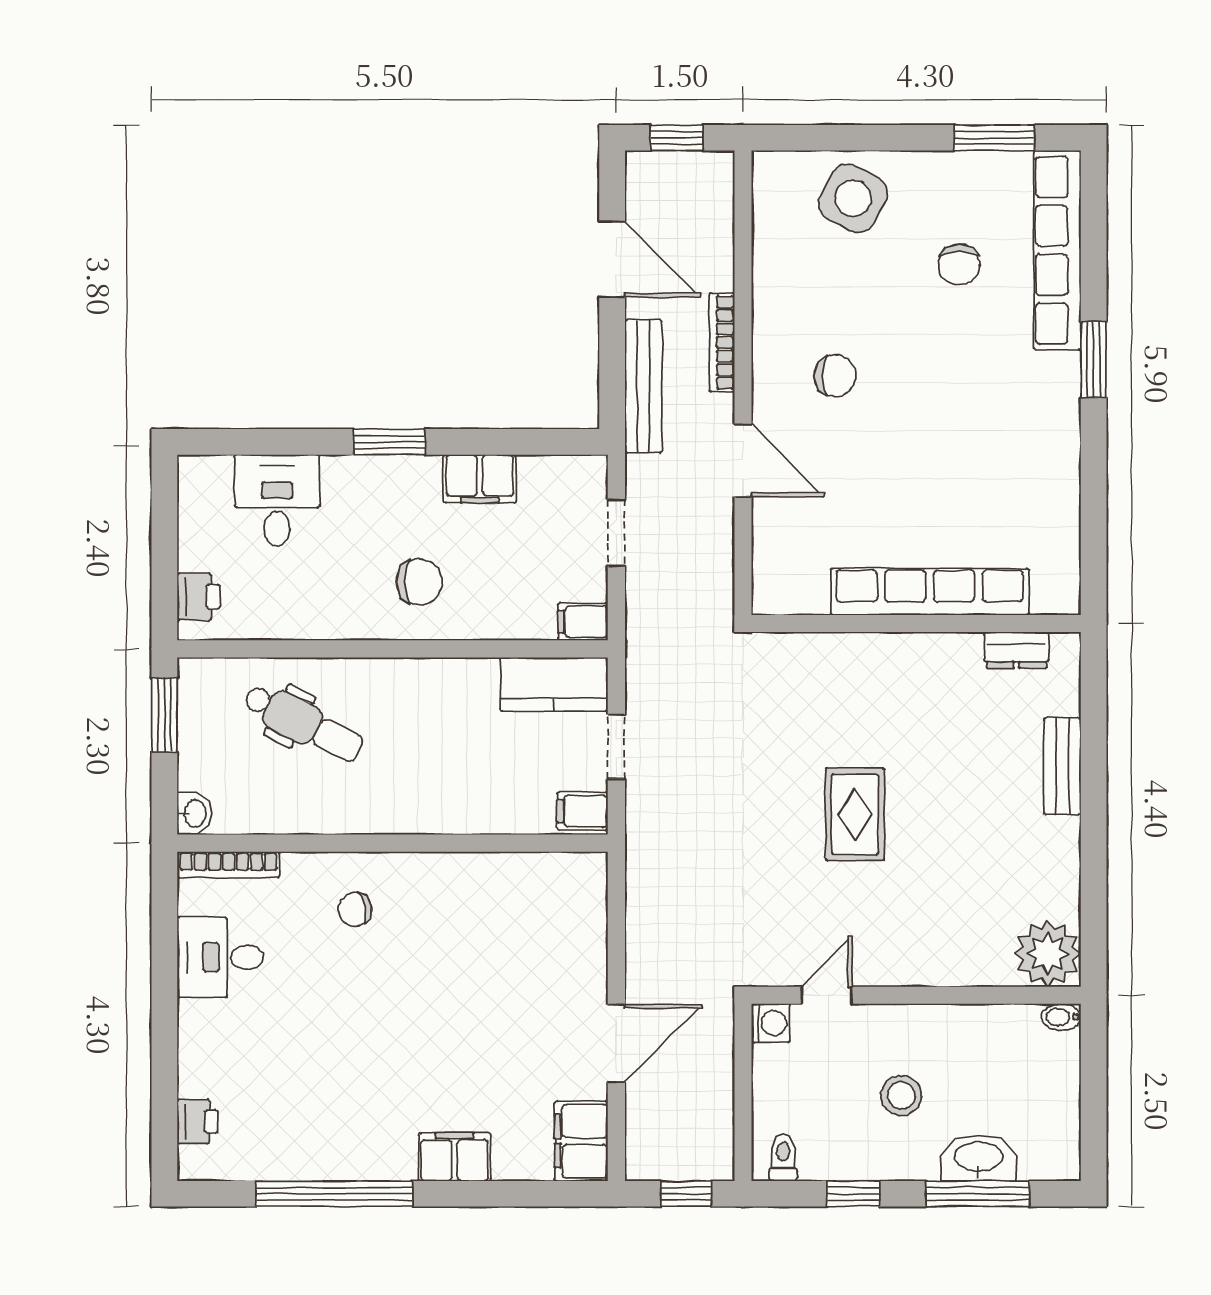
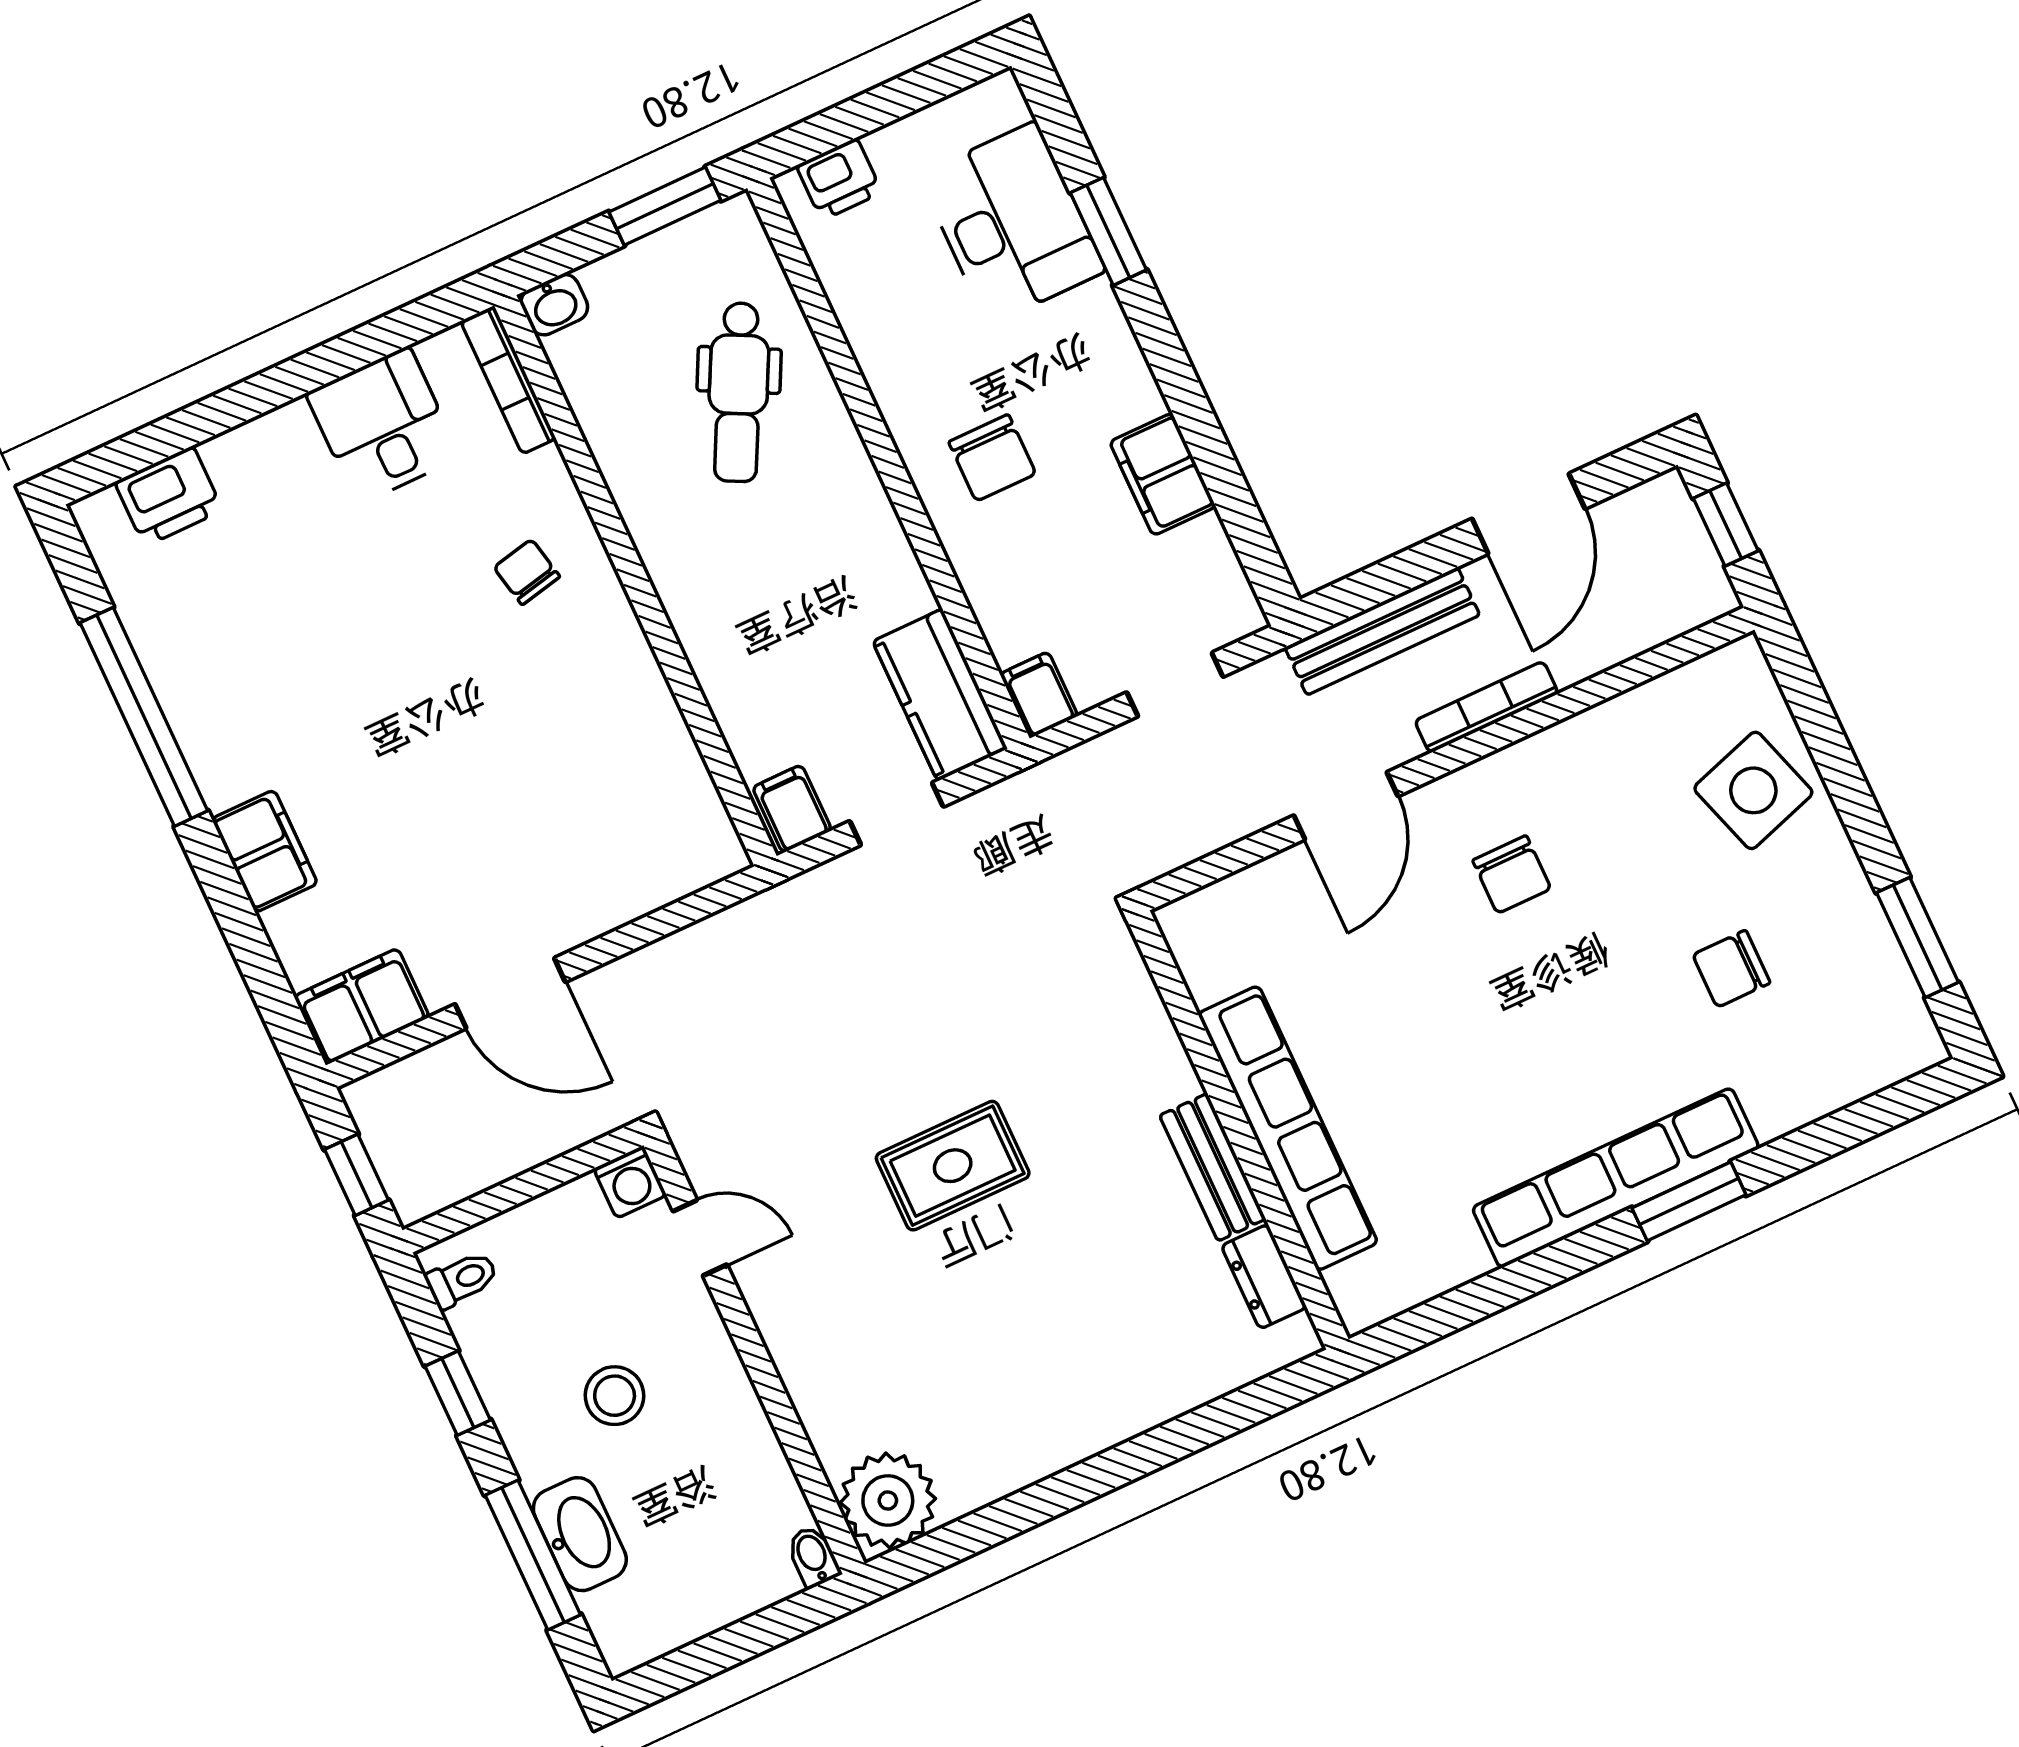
side table: (853, 198) -> (1753, 790), turned 45
row of seats: (1057, 250) -> (1616, 1178), moved
window: (389, 442) -> (1108, 231), moved
desk: (277, 500) -> (1012, 223), width x1.37
bench: (1062, 766) -> (1213, 1167), moved, turned 90
printer: (197, 1121) -> (169, 496), width x1.36, depth x1.24

